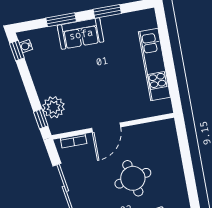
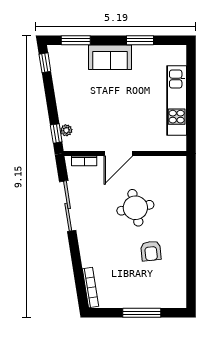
window: (61, 20) -> (76, 40), moved
water cooler: (26, 46) -> (54, 60), removed
plant: (54, 107) -> (66, 130), width x0.53, depth x0.53

